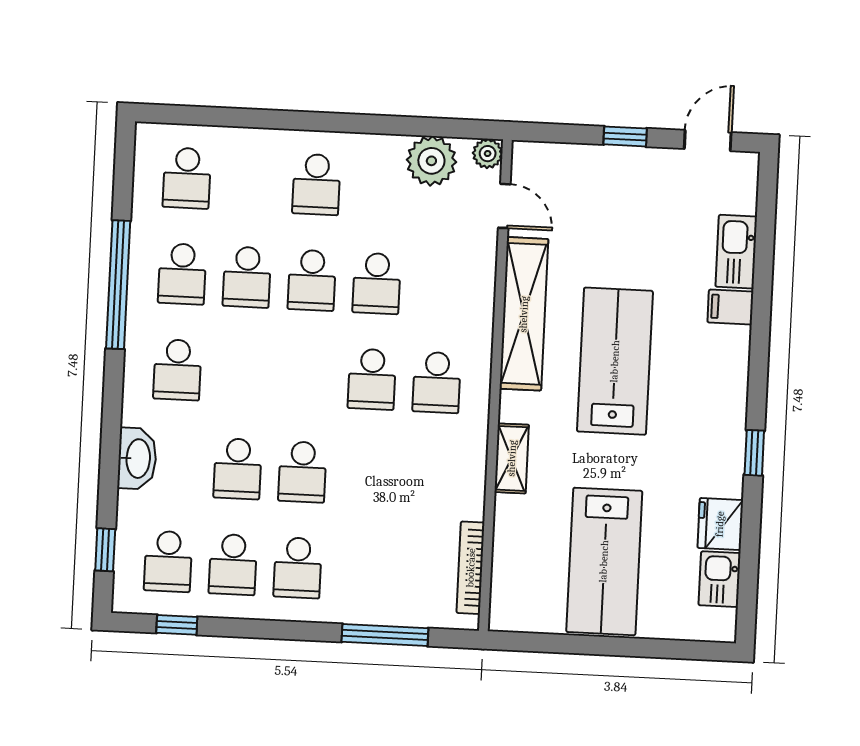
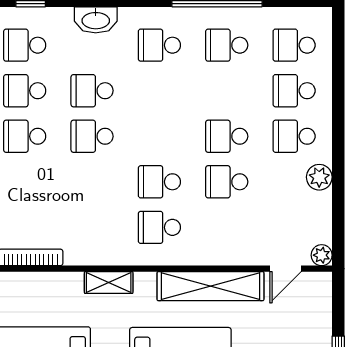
plant: (431, 161) -> (319, 177), moved, width x0.73, depth x0.73
school desk: (247, 277) -> (294, 91), moved

